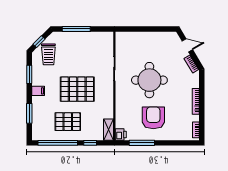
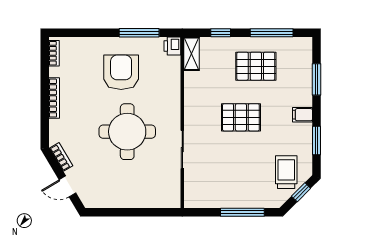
pallet: (77, 89) -> (241, 117), width x0.73, depth x0.71
armchair: (153, 118) -> (121, 72), turned 180
window: (58, 143) -> (272, 33), width x0.68

